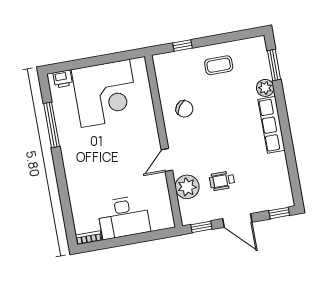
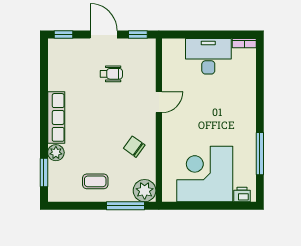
window: (183, 45) -> (125, 206), width x2.17
plant: (187, 187) -> (145, 191), moved

